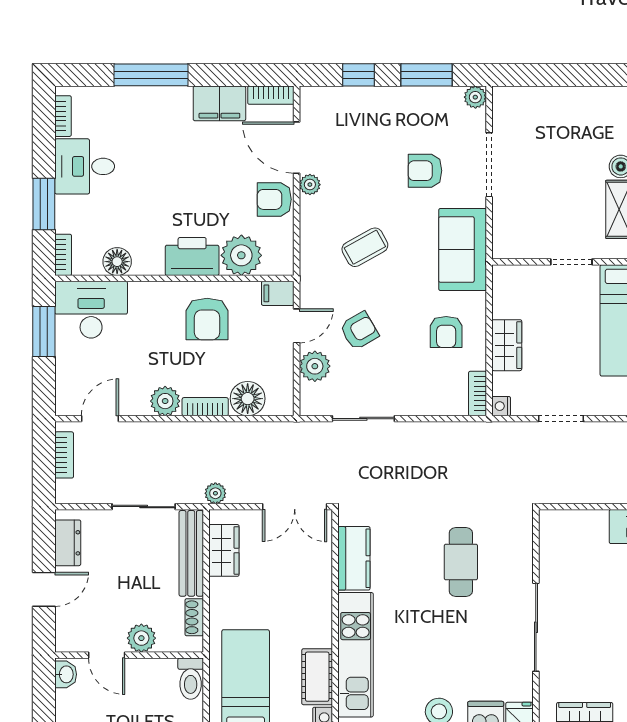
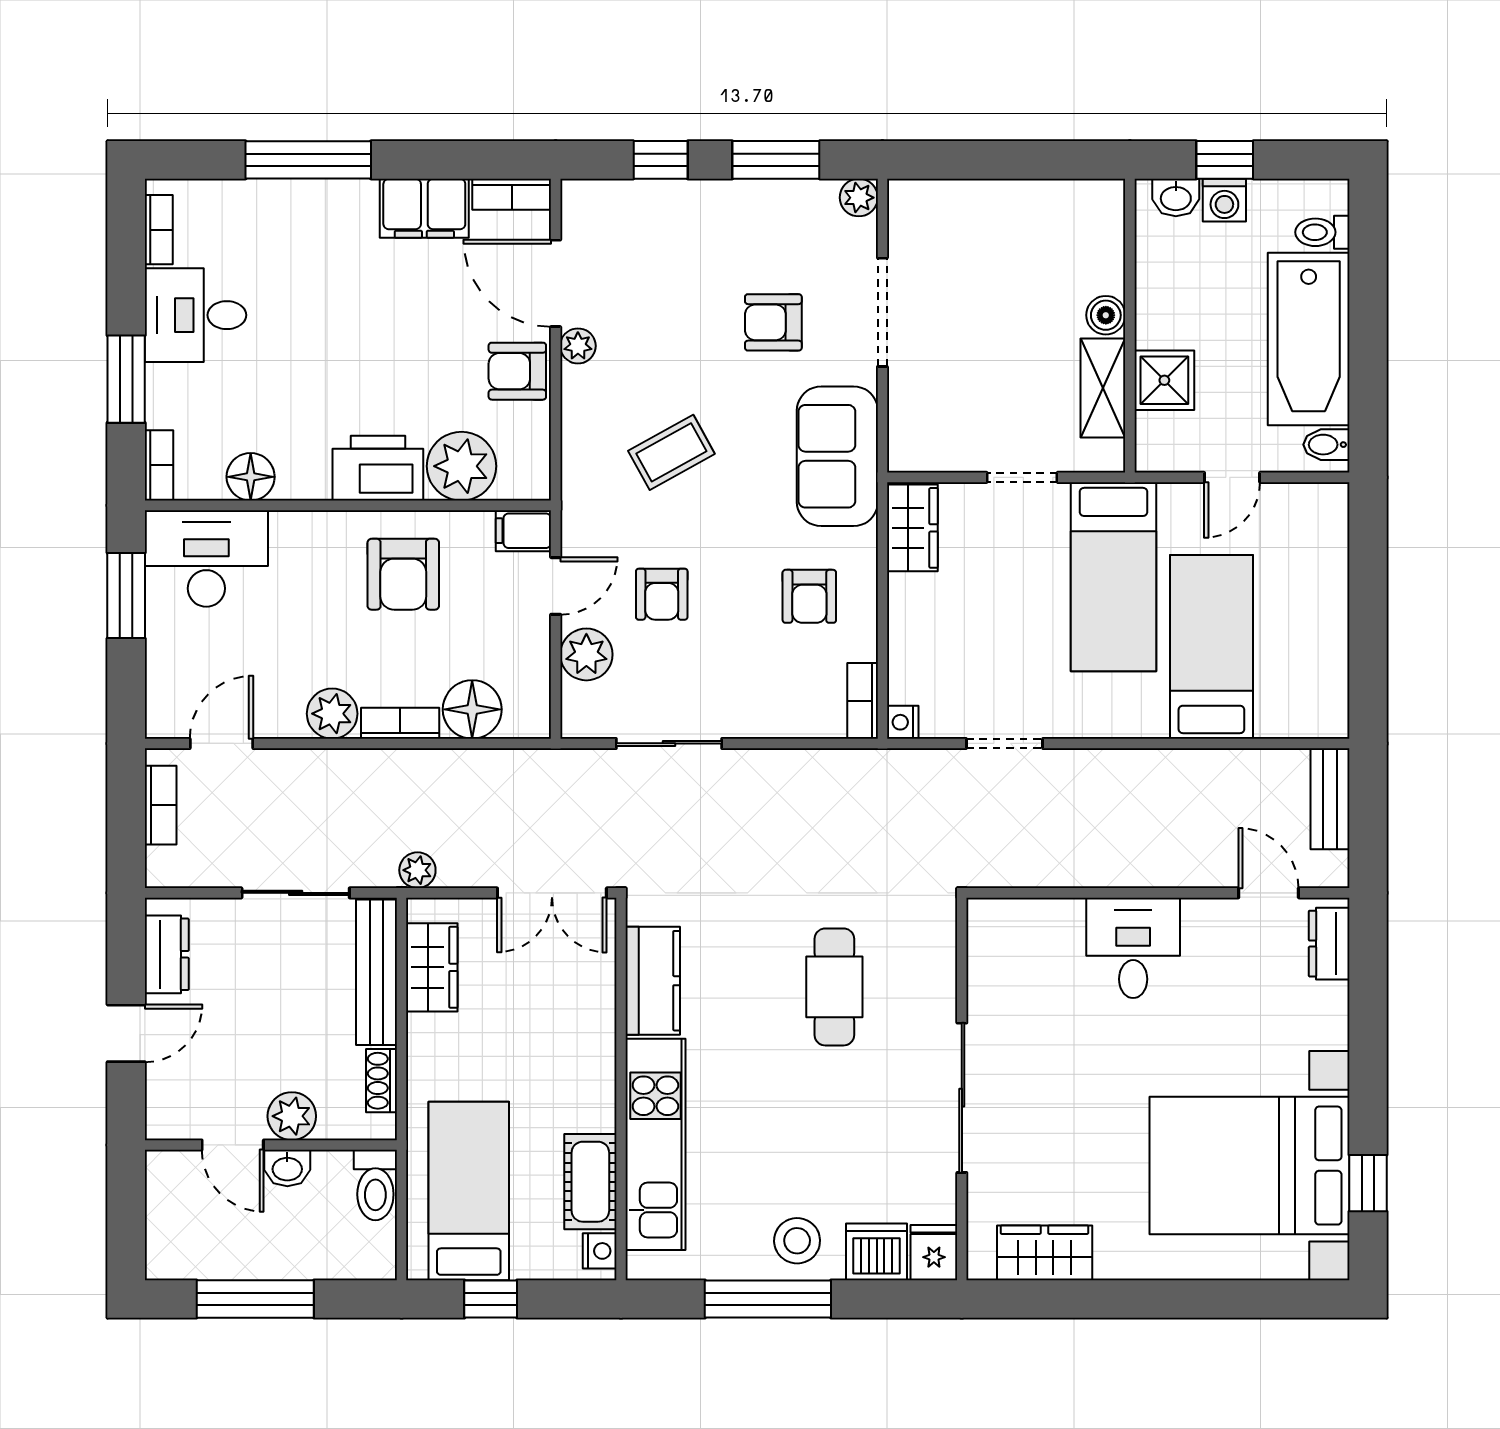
armchair: (359, 331) -> (662, 594), turned 120
wardrobe: (507, 345) -> (912, 528), moved
washbasin: (66, 674) -> (287, 1168), moved, turned 90

